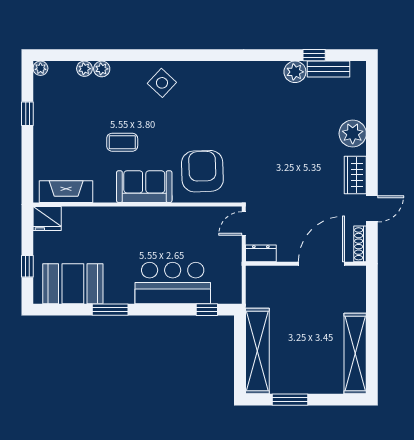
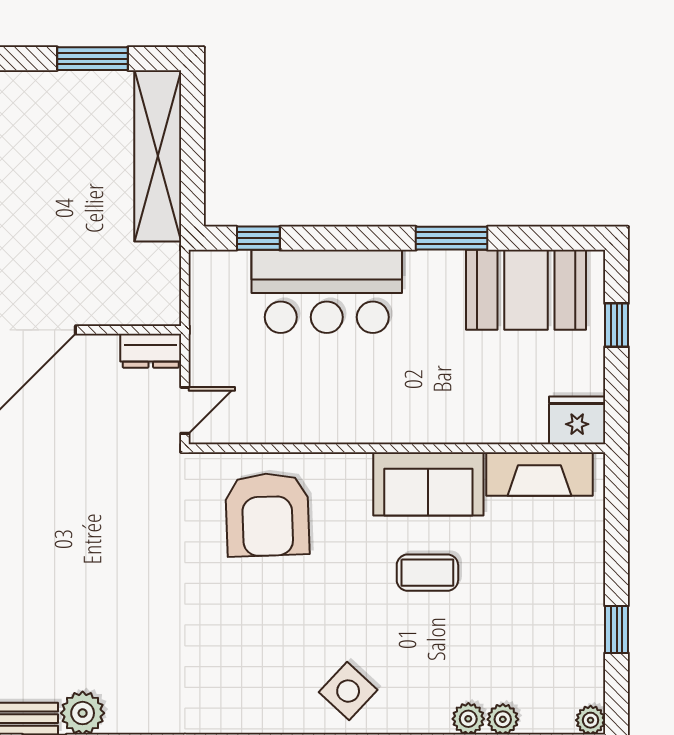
sofa: (144, 187) -> (428, 484), moved

